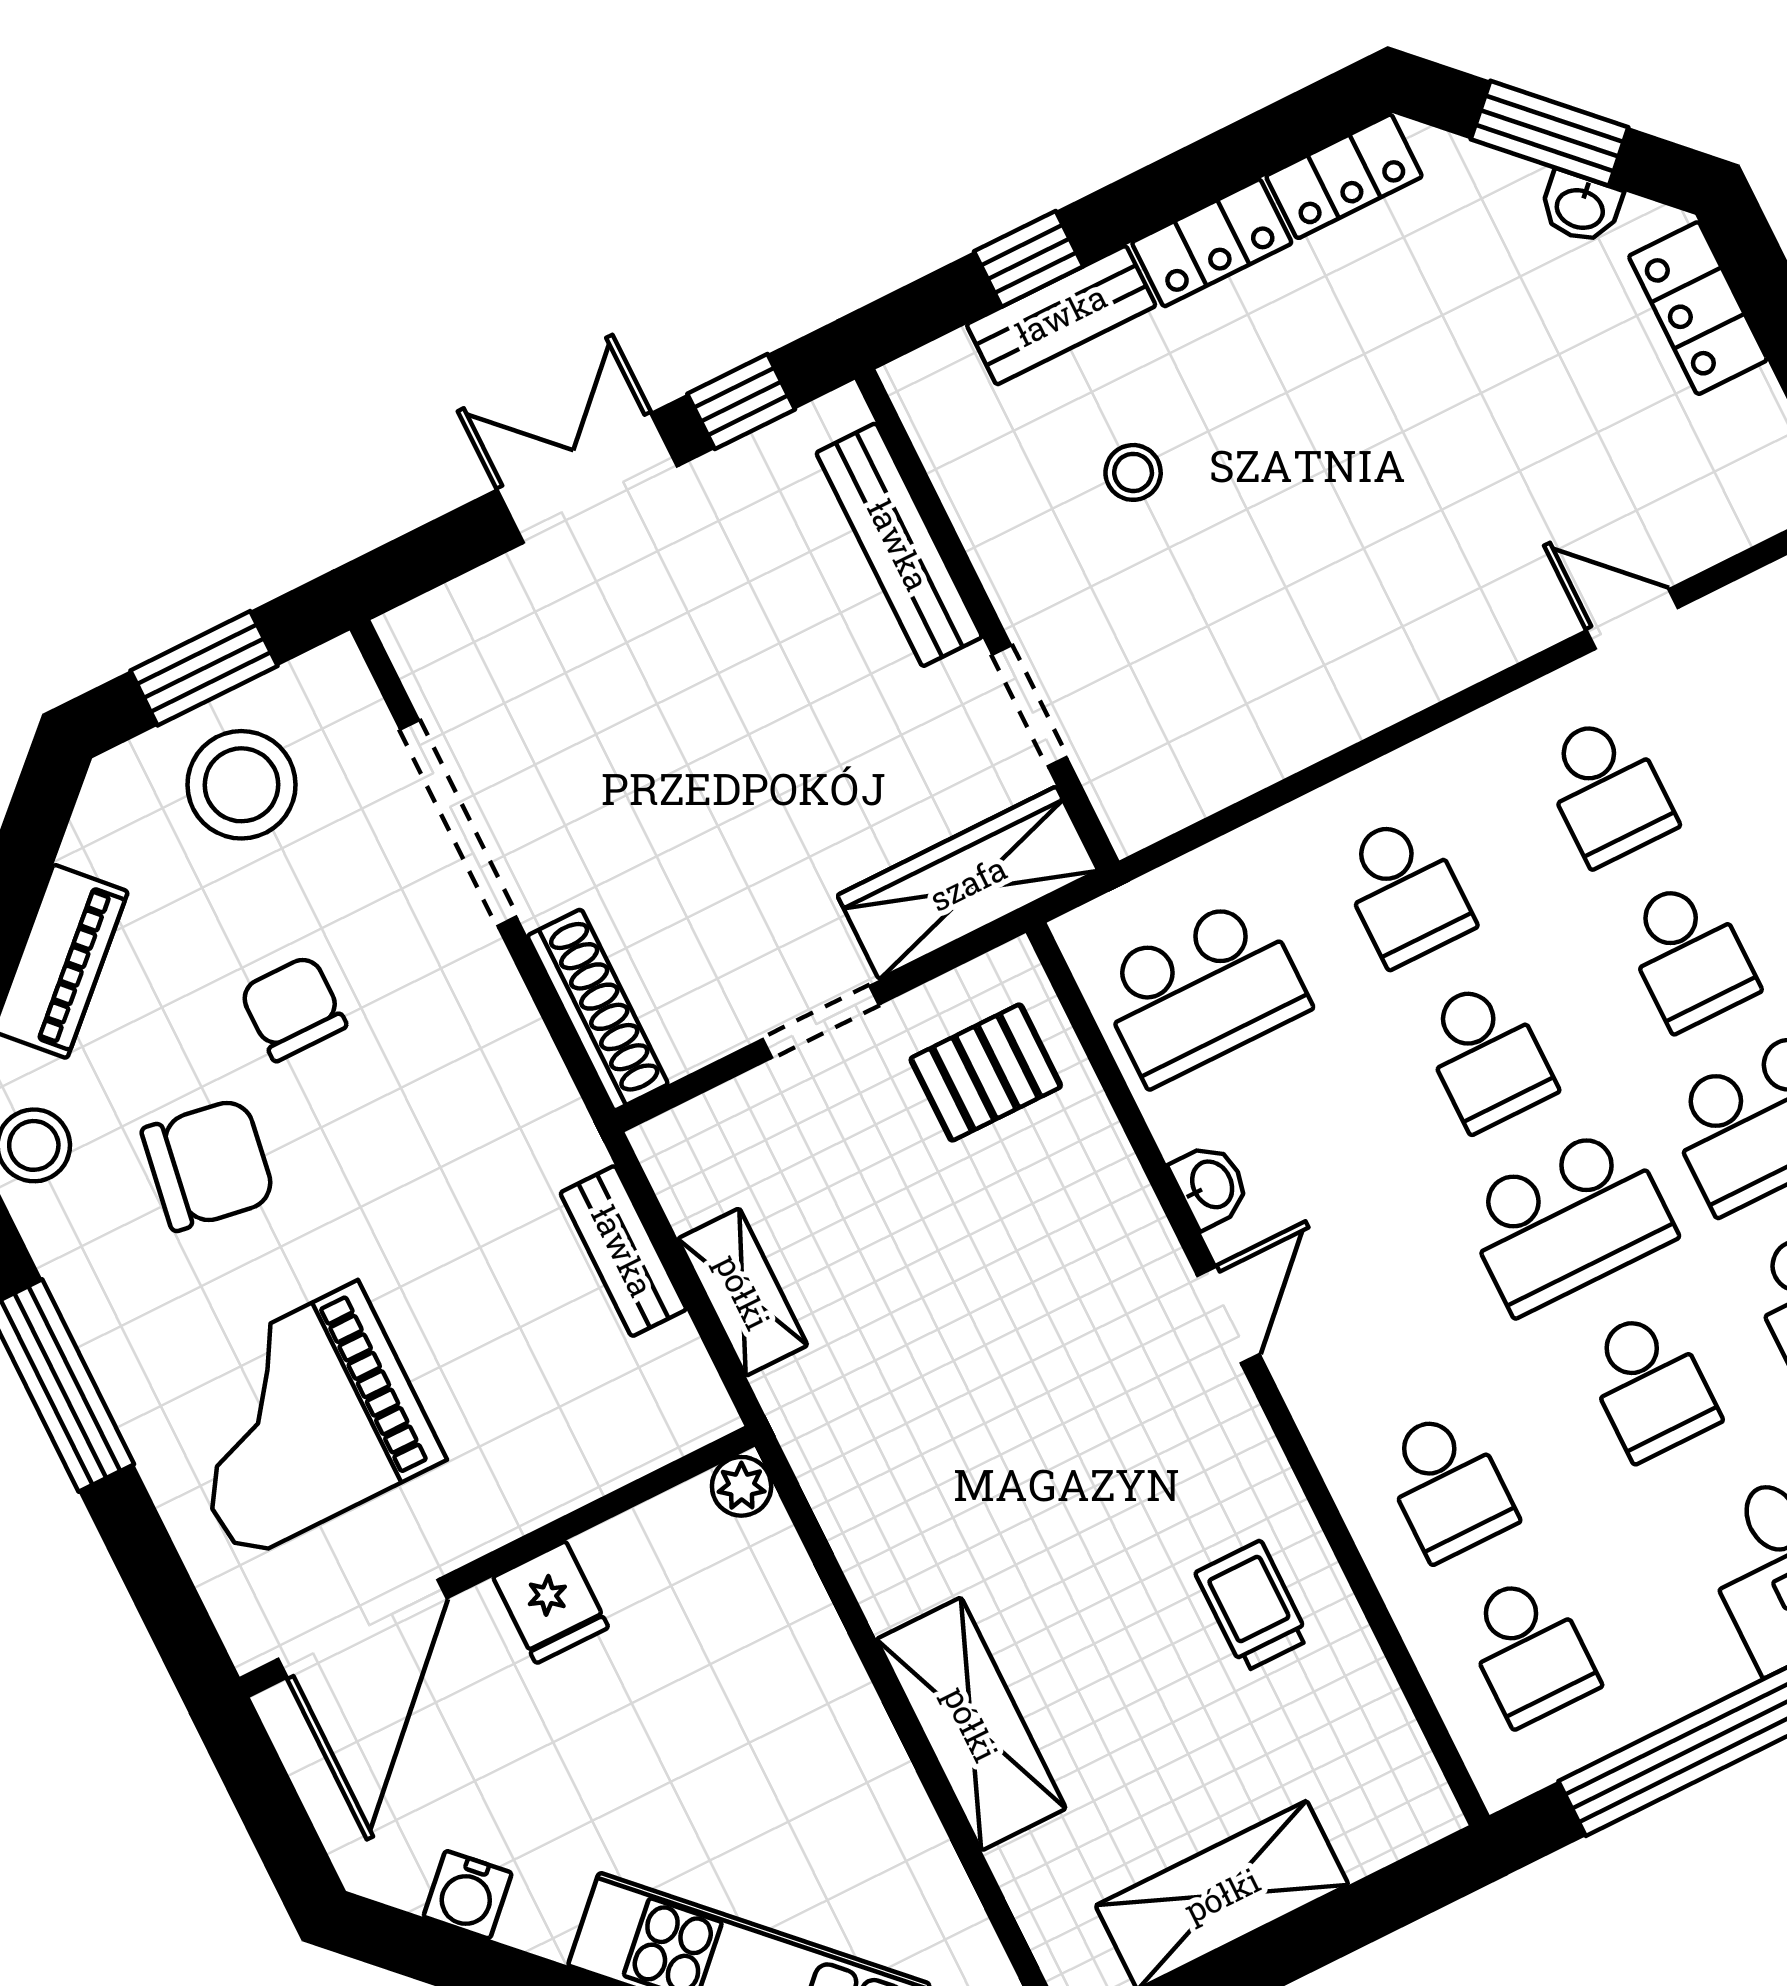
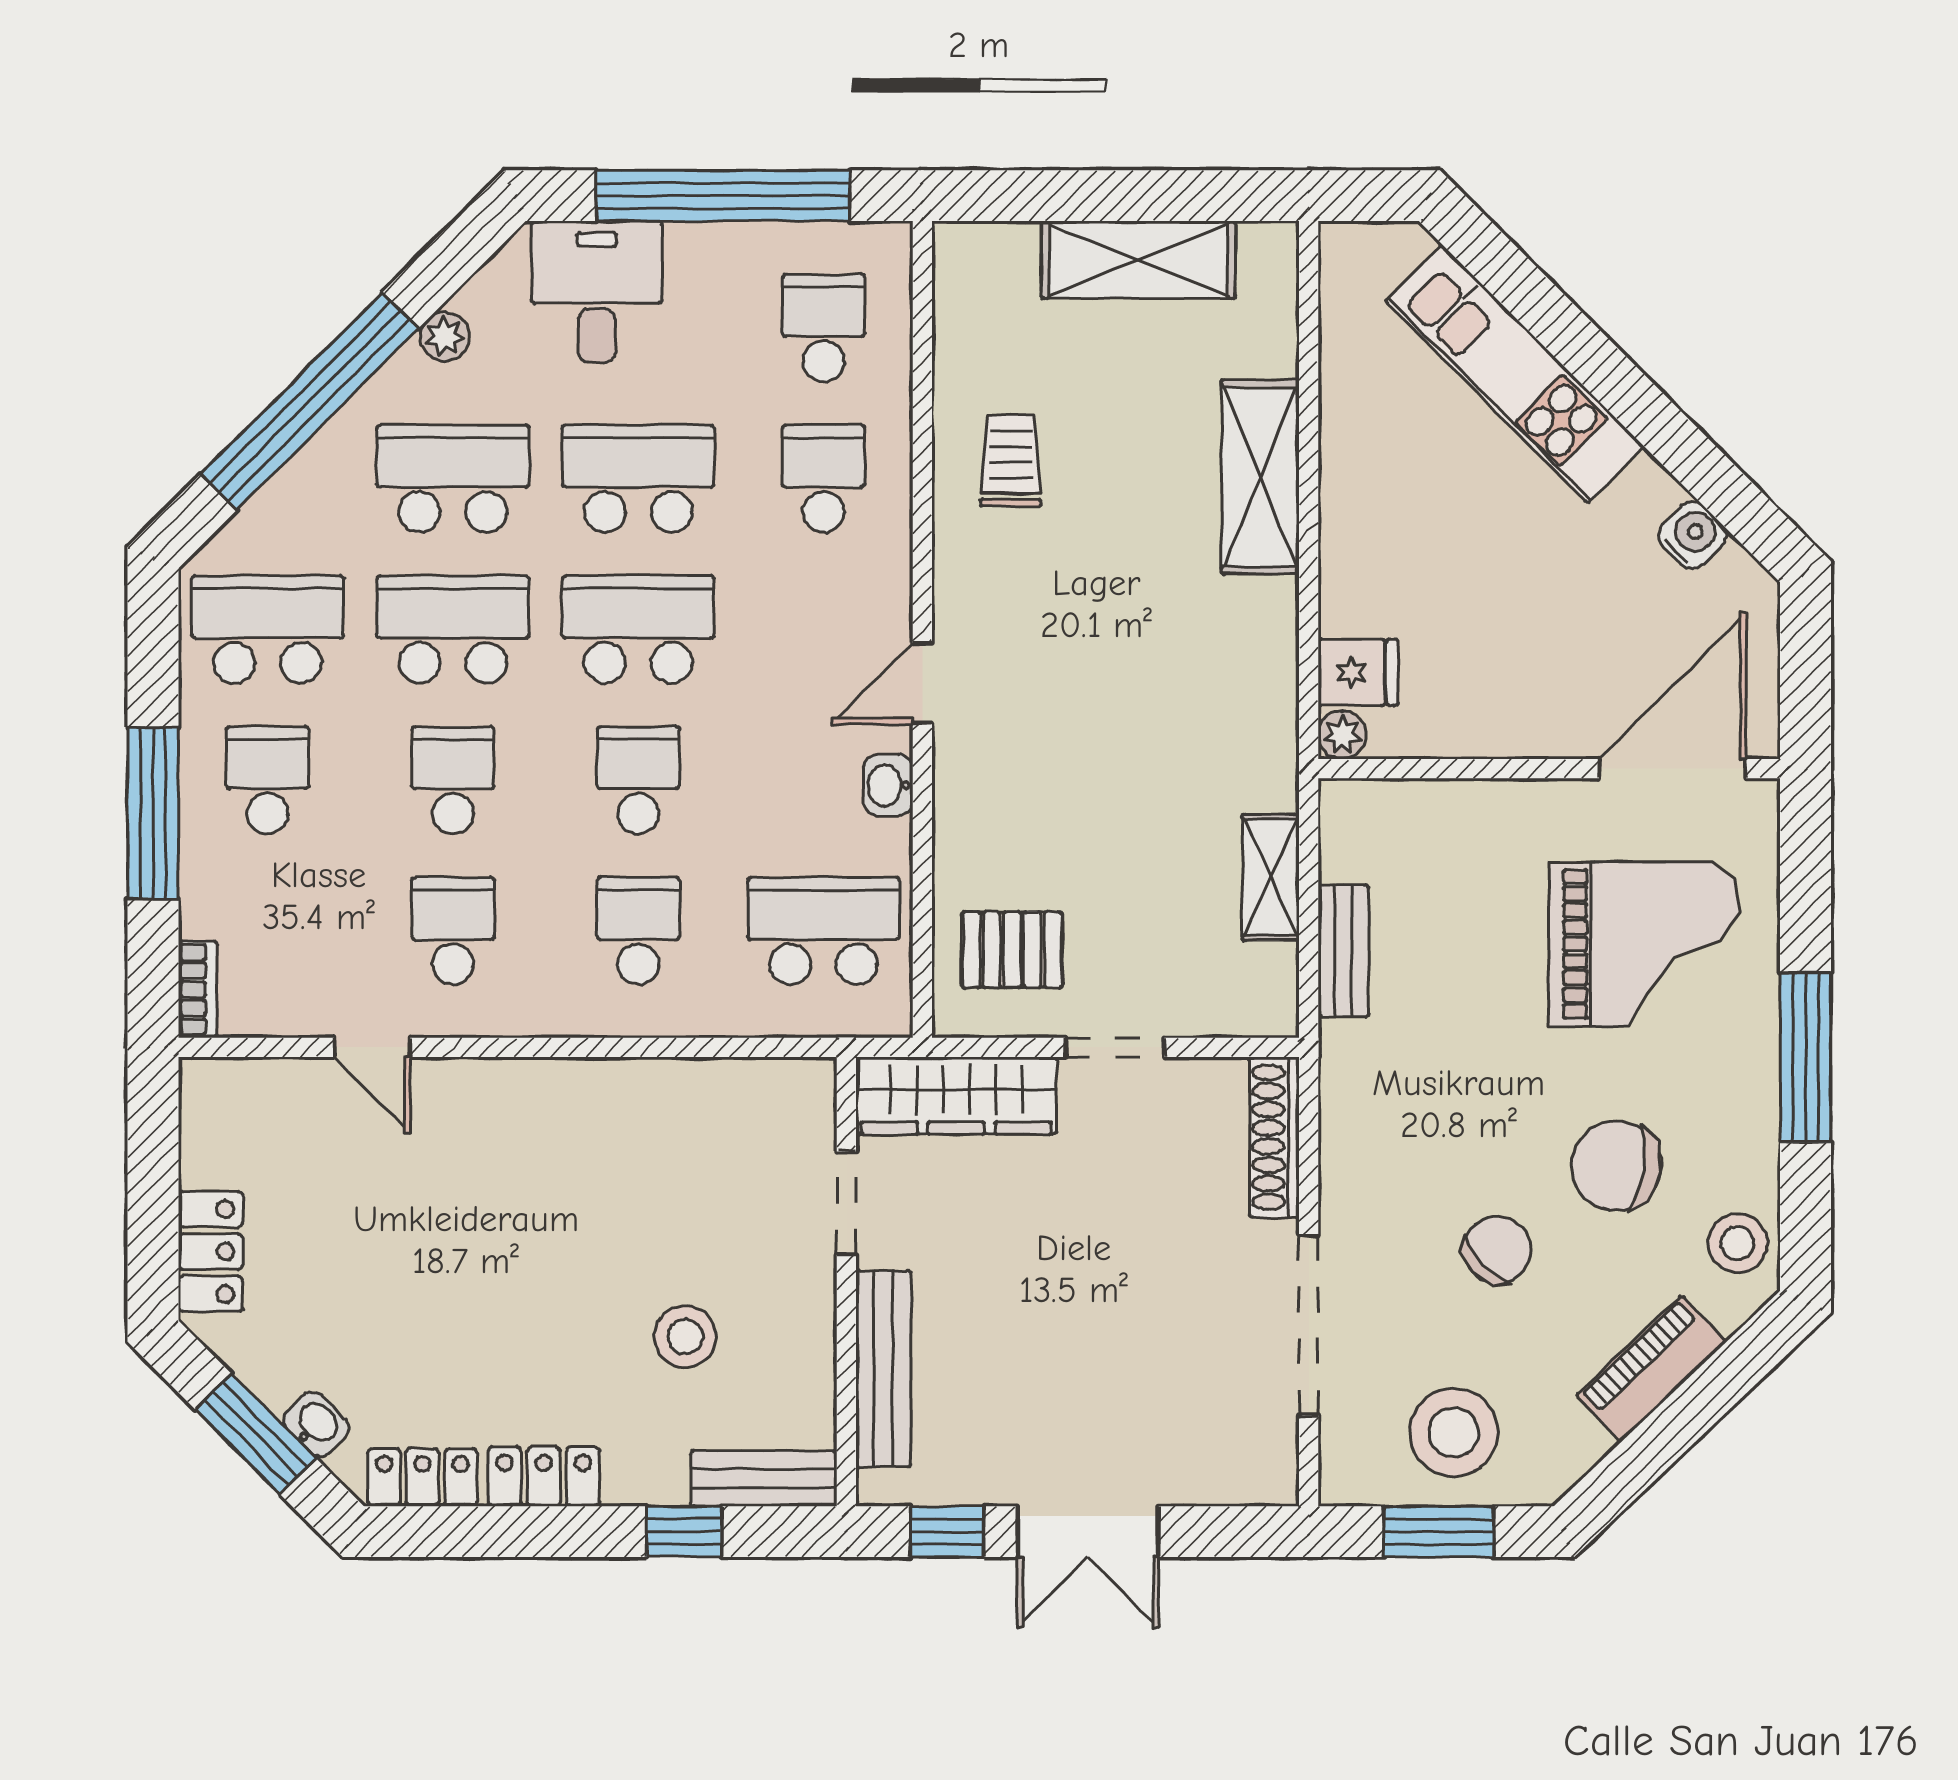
washbasin: (1580, 207) -> (316, 1424), moved
bench: (1061, 315) -> (764, 1478), moved
stool: (1133, 472) -> (685, 1337), width x1.37, depth x1.37
chair: (293, 1008) -> (1497, 1250), turned -133
school desk: (1650, 1385) -> (638, 479), width x1.85
fridge: (551, 1602) -> (1358, 672), moved, turned 90
trolley: (1252, 1606) -> (1011, 461), turned 180

